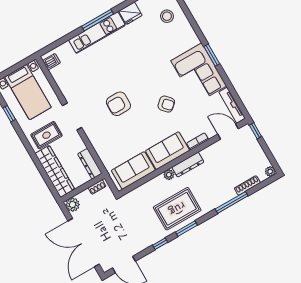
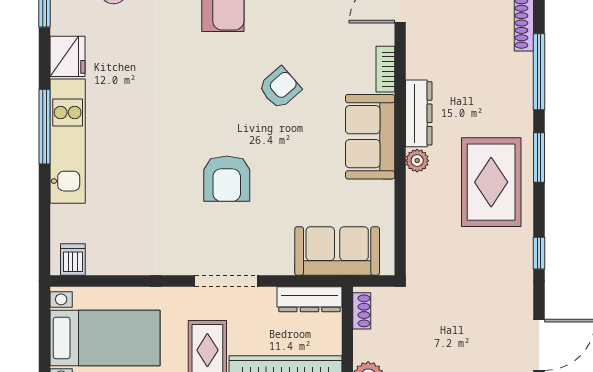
doorway: (72, 116) -> (226, 281), moved
sofa: (133, 170) -> (337, 251), moved, turned 90
window: (186, 229) -> (539, 158), moved

